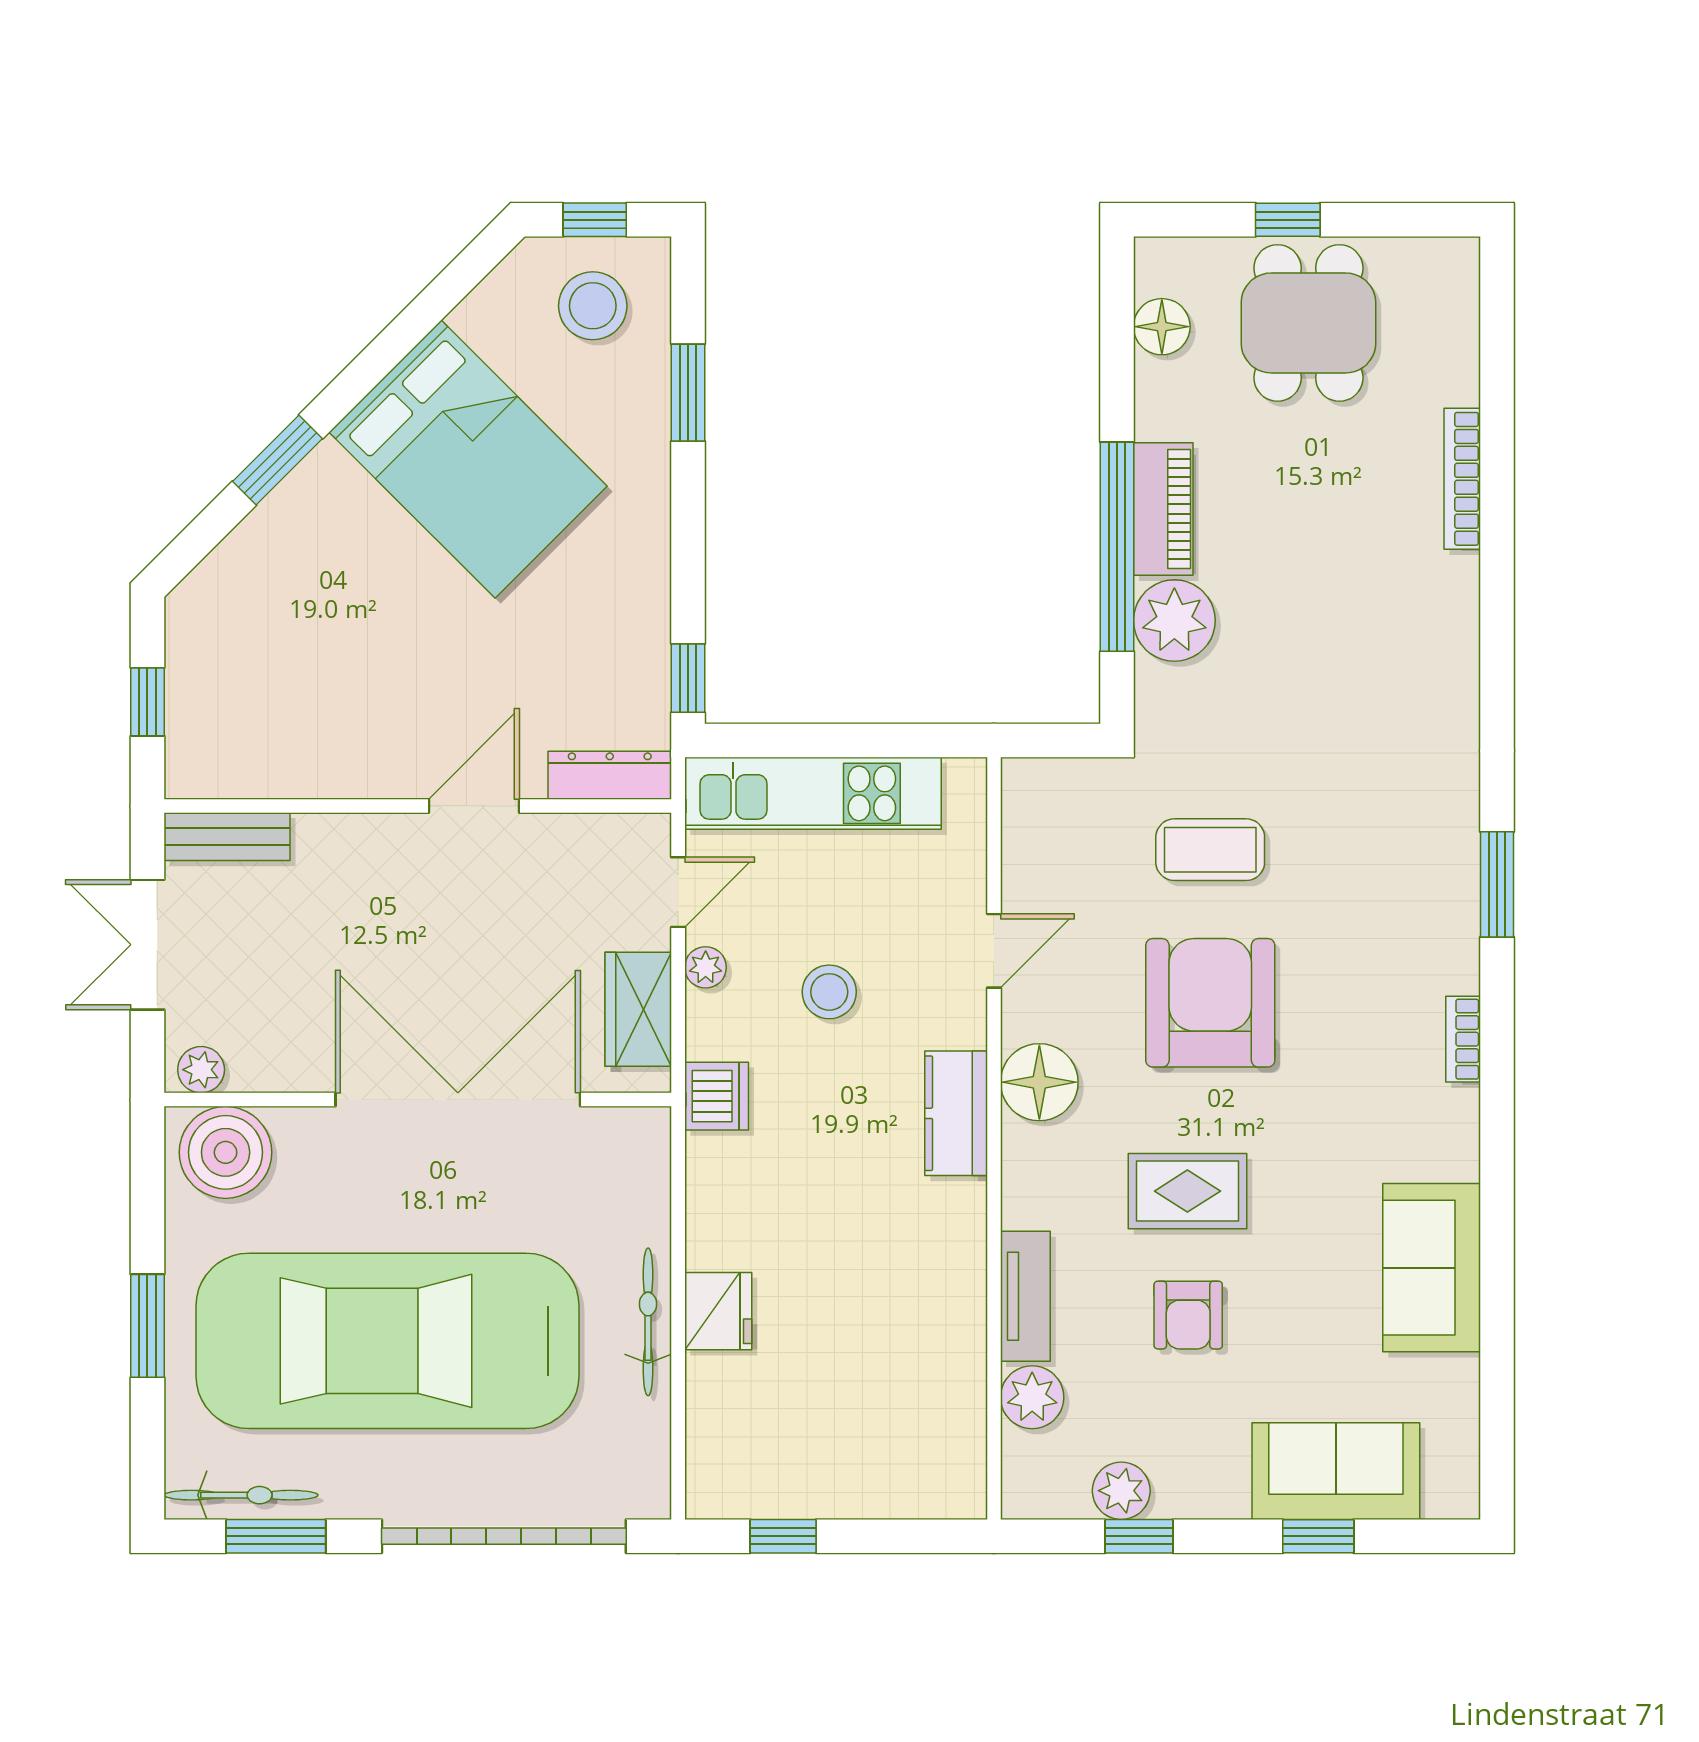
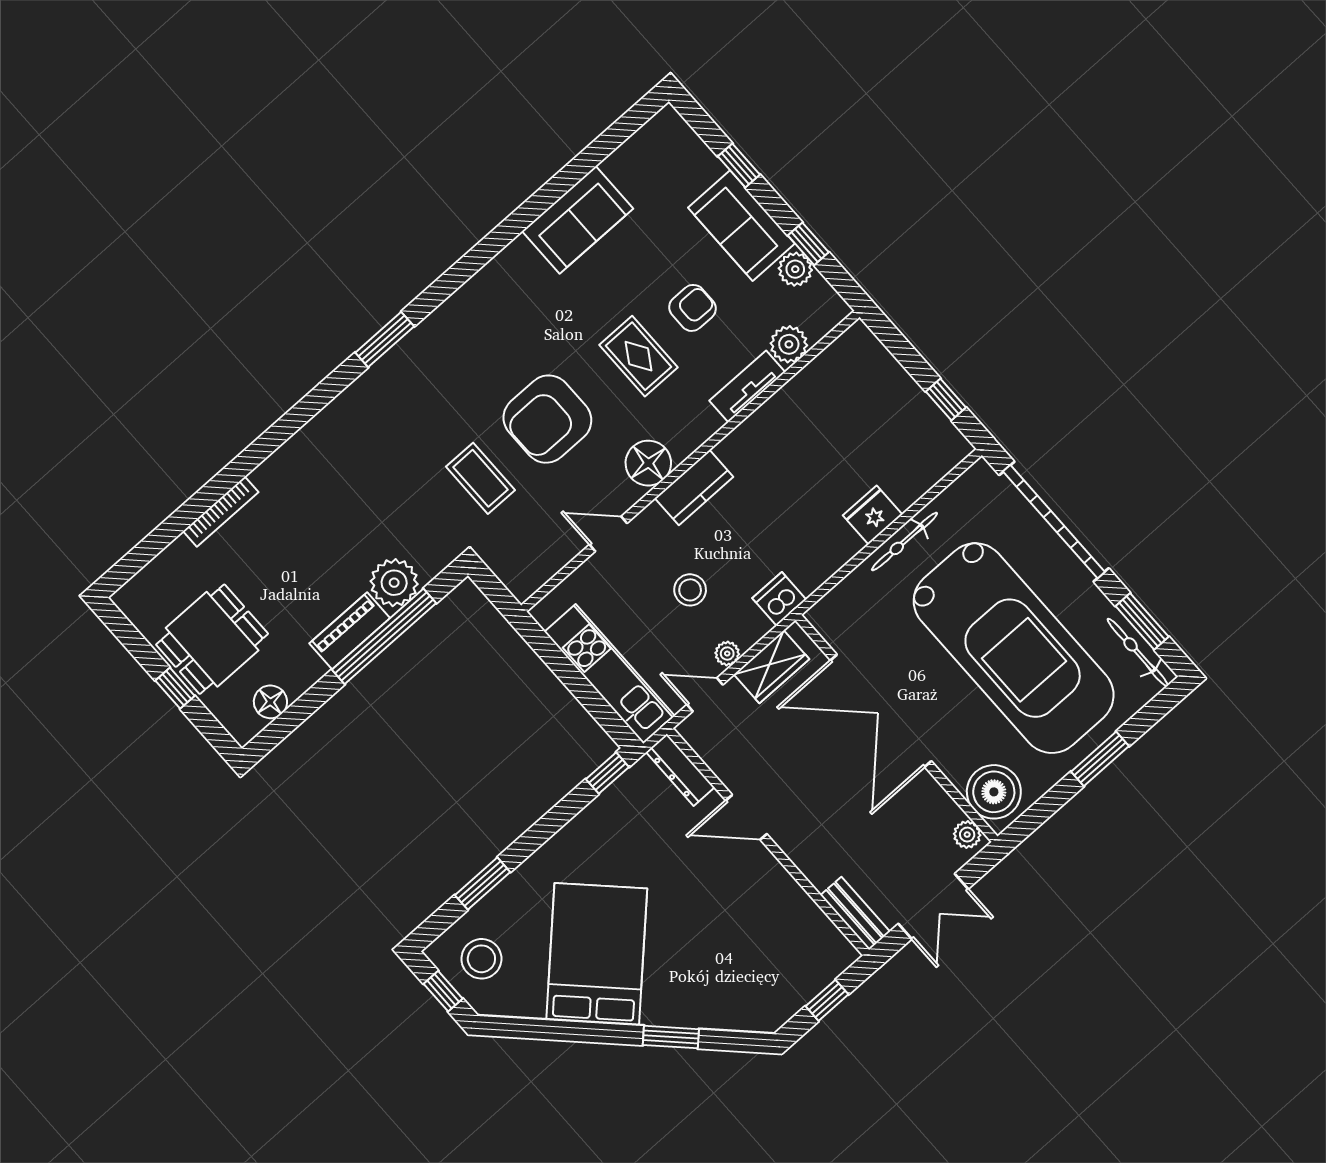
bookcase: (1463, 1039) -> (465, 294), removed
sofa: (1336, 1471) -> (741, 226), moved

